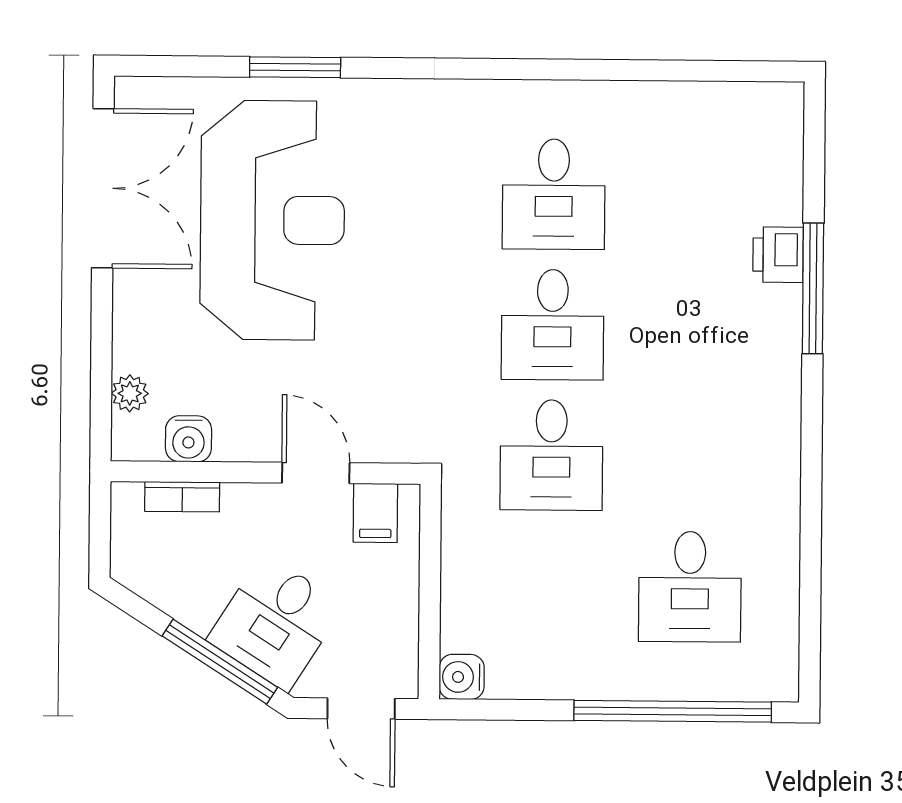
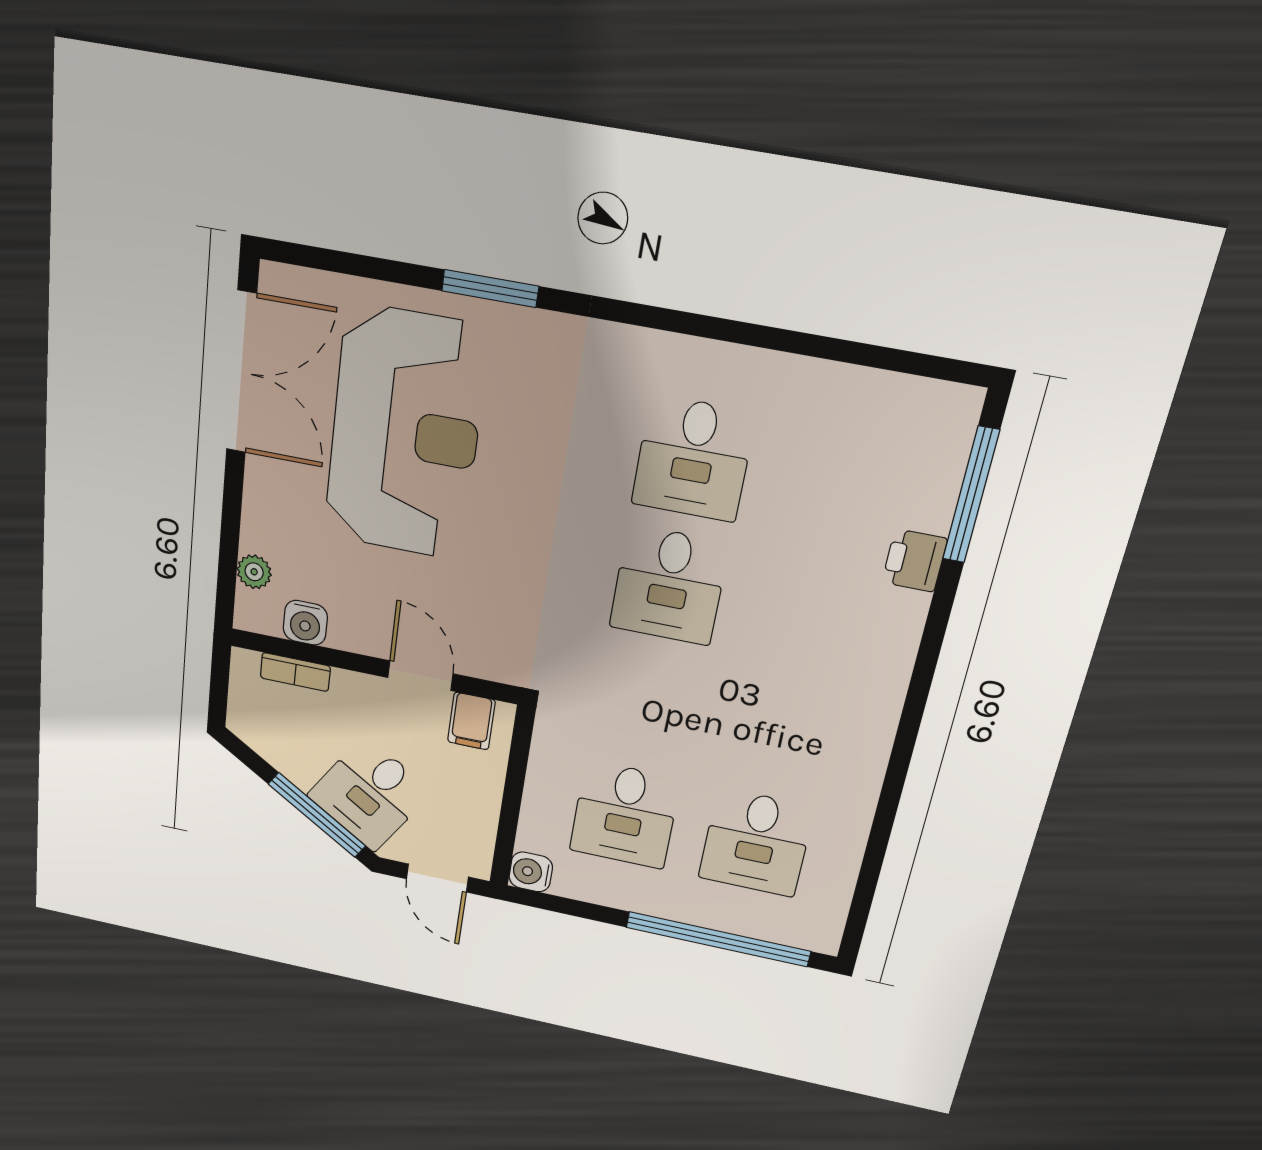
window: (295, 67) -> (490, 289), moved
window: (813, 288) -> (971, 495), moved
desk: (551, 455) -> (625, 815), moved

